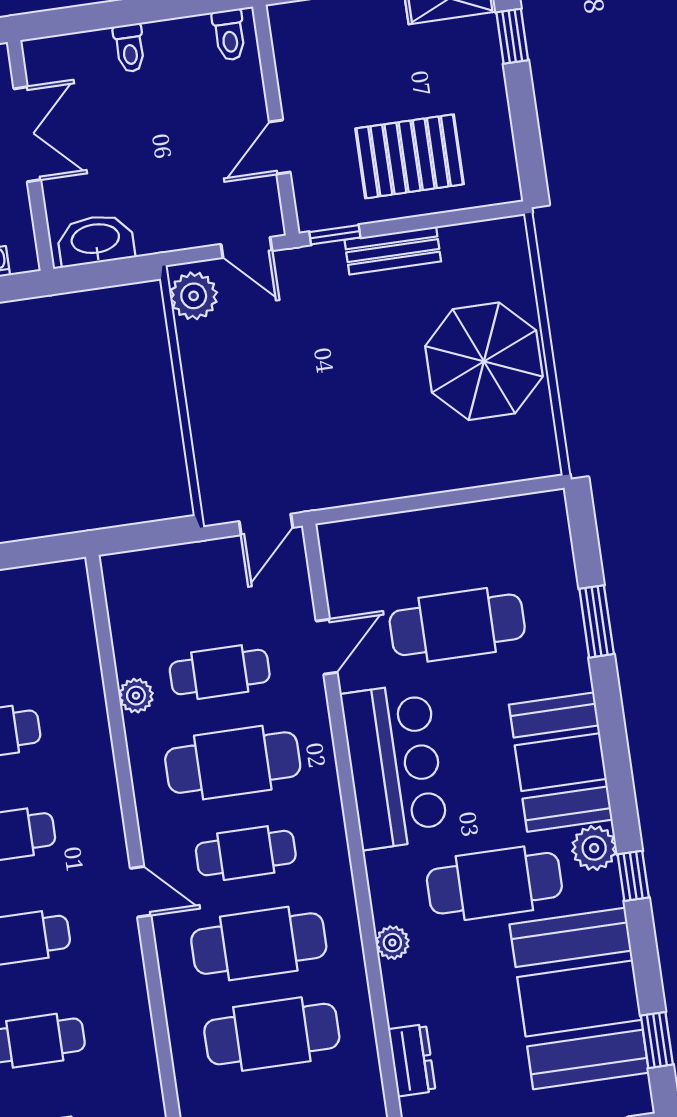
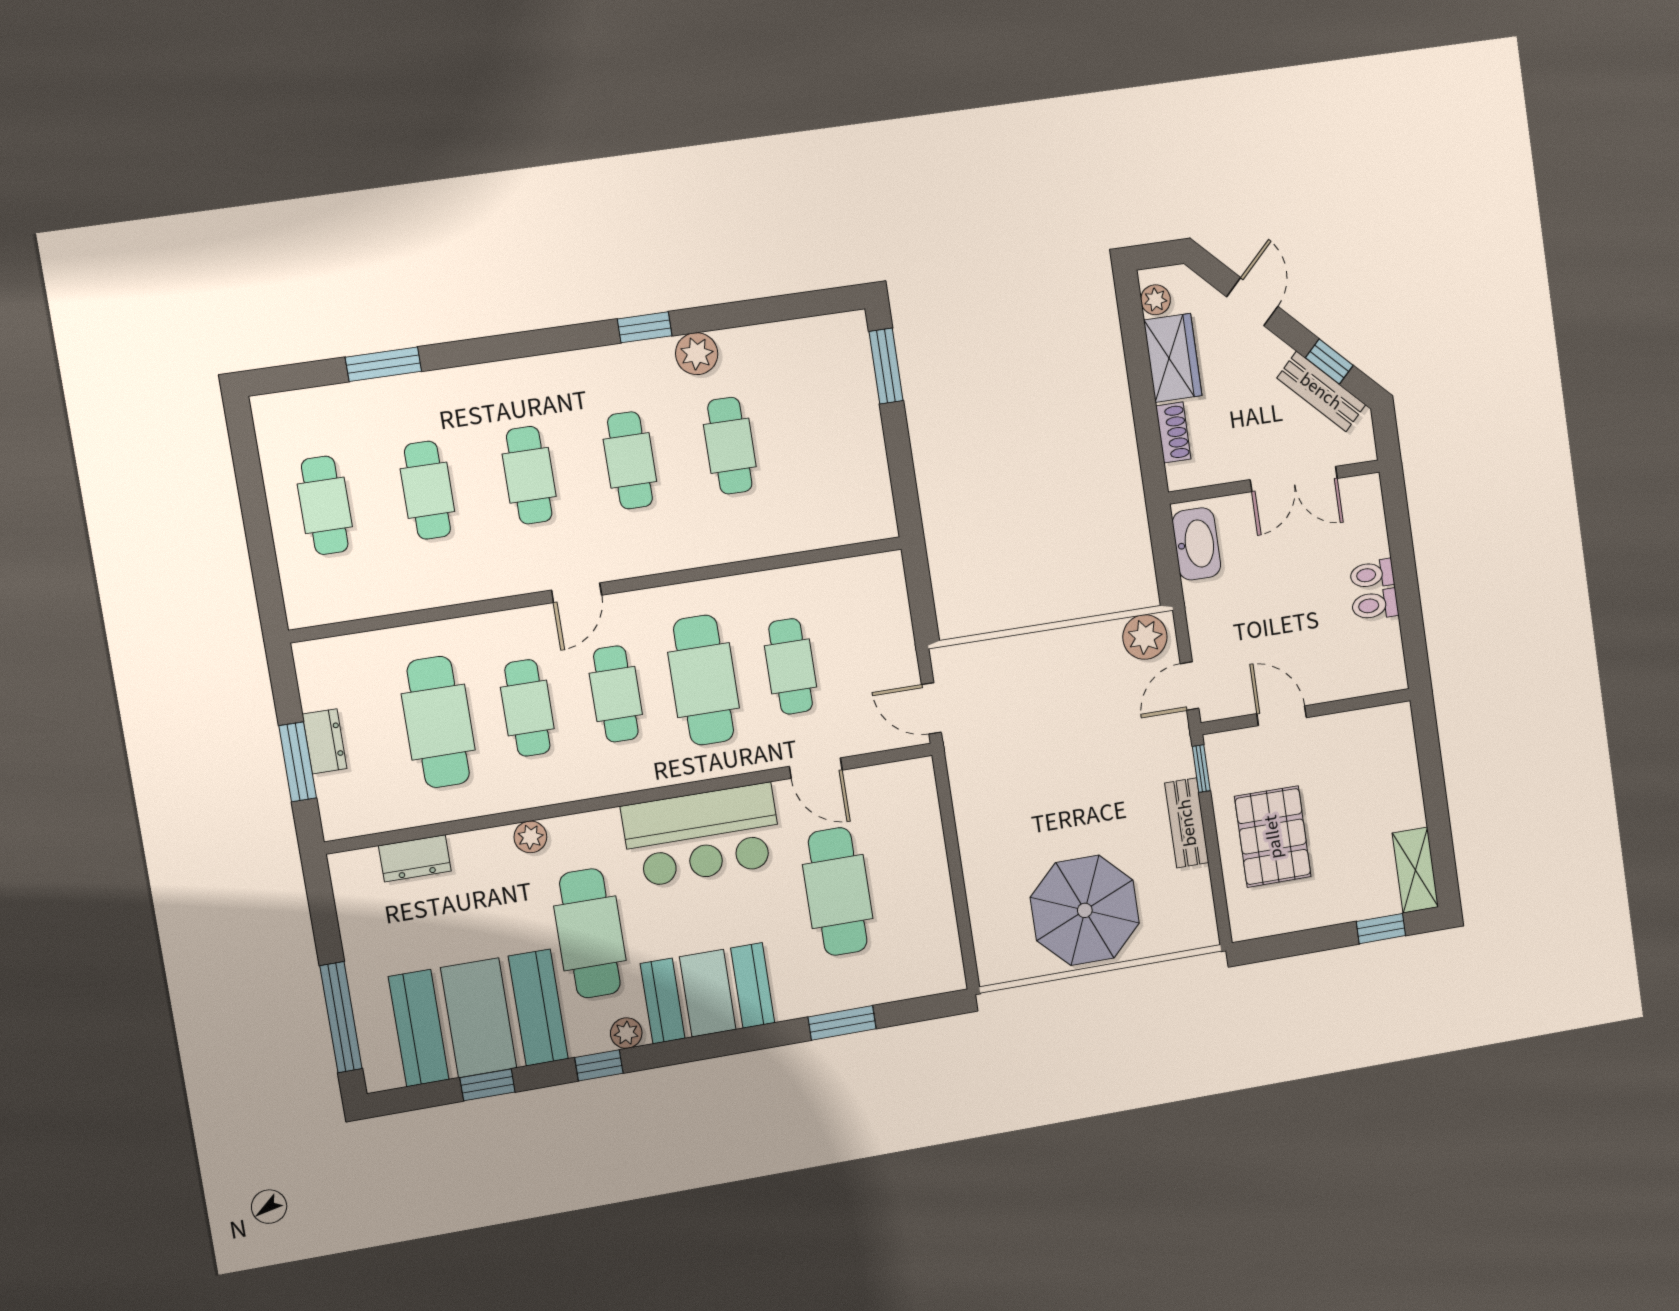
toilet: (229, 35) -> (1375, 605), moved
plant: (136, 696) -> (767, 586), removed
plant: (594, 848) -> (626, 1033), width x0.73, depth x0.73
cafe table: (259, 944) -> (527, 708), width x0.73, depth x0.74
window: (657, 1040) -> (488, 1085), moved

